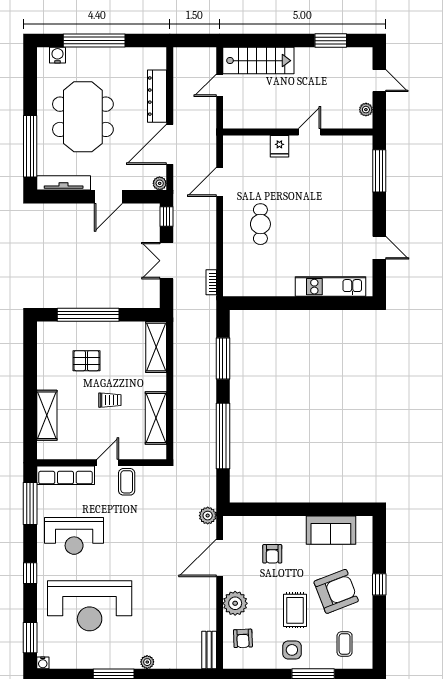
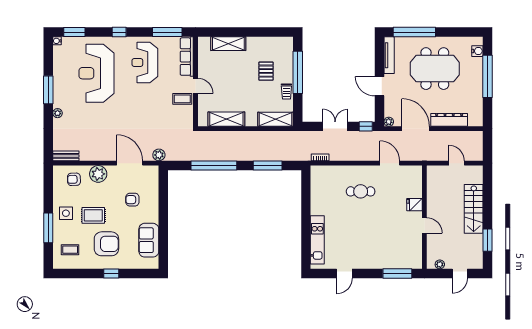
stairs: (258, 61) -> (474, 209), moved
trolley: (110, 400) -> (286, 91), moved
armchair: (336, 591) -> (106, 244), turned -69

